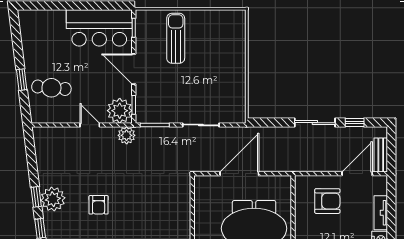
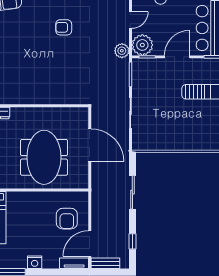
sliding door: (315, 123) -> (132, 192), moved
door: (357, 174) -> (90, 243), swing flipped
tv unit: (381, 213) -> (74, 263), moved

